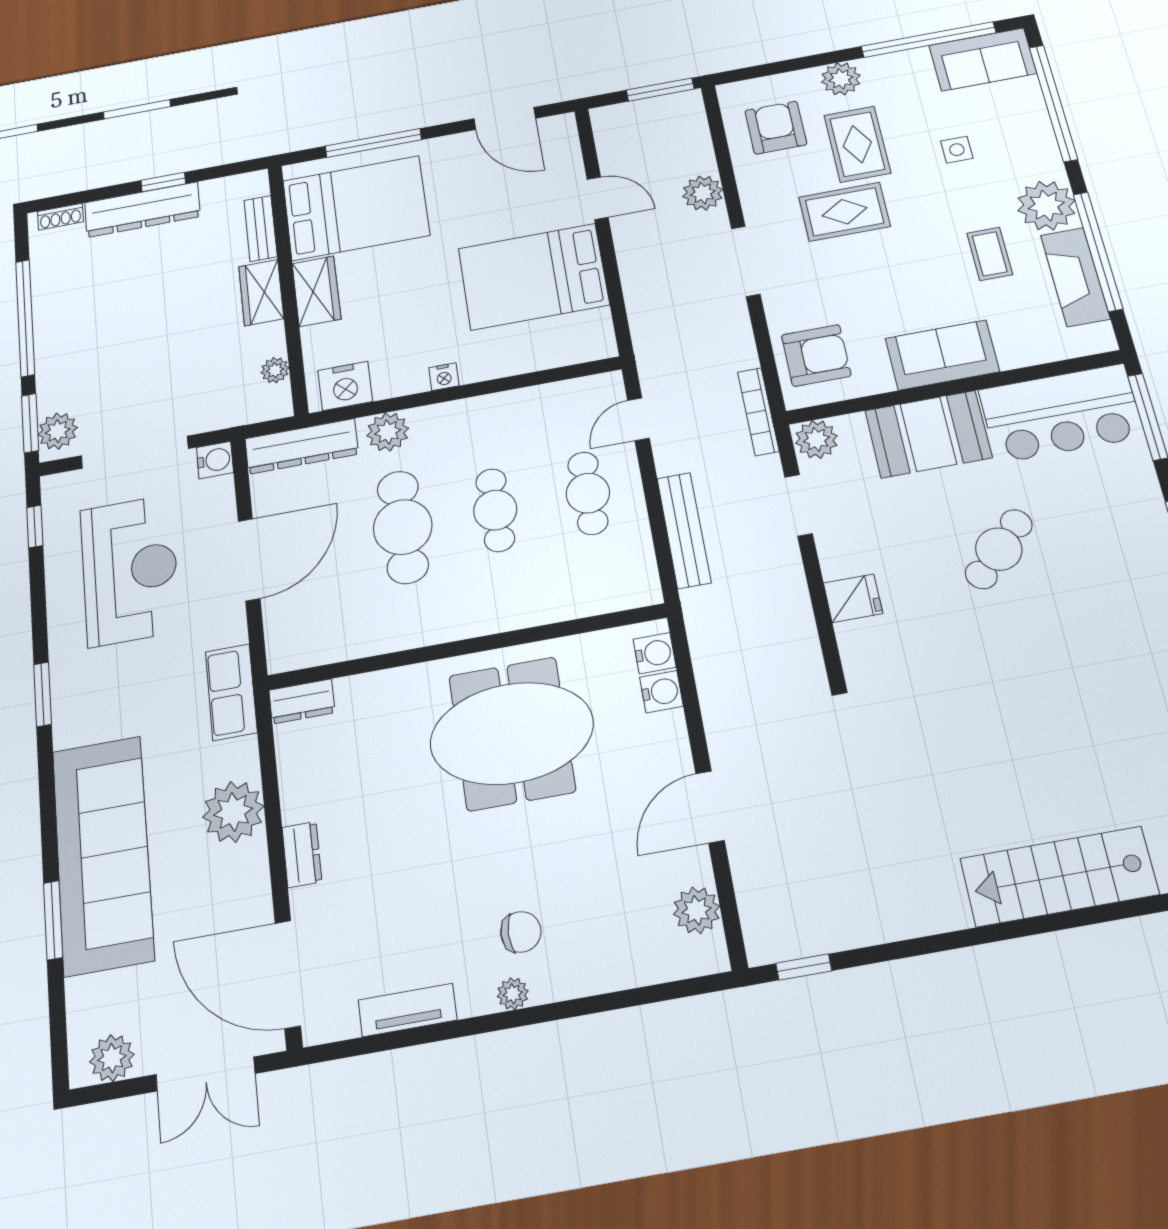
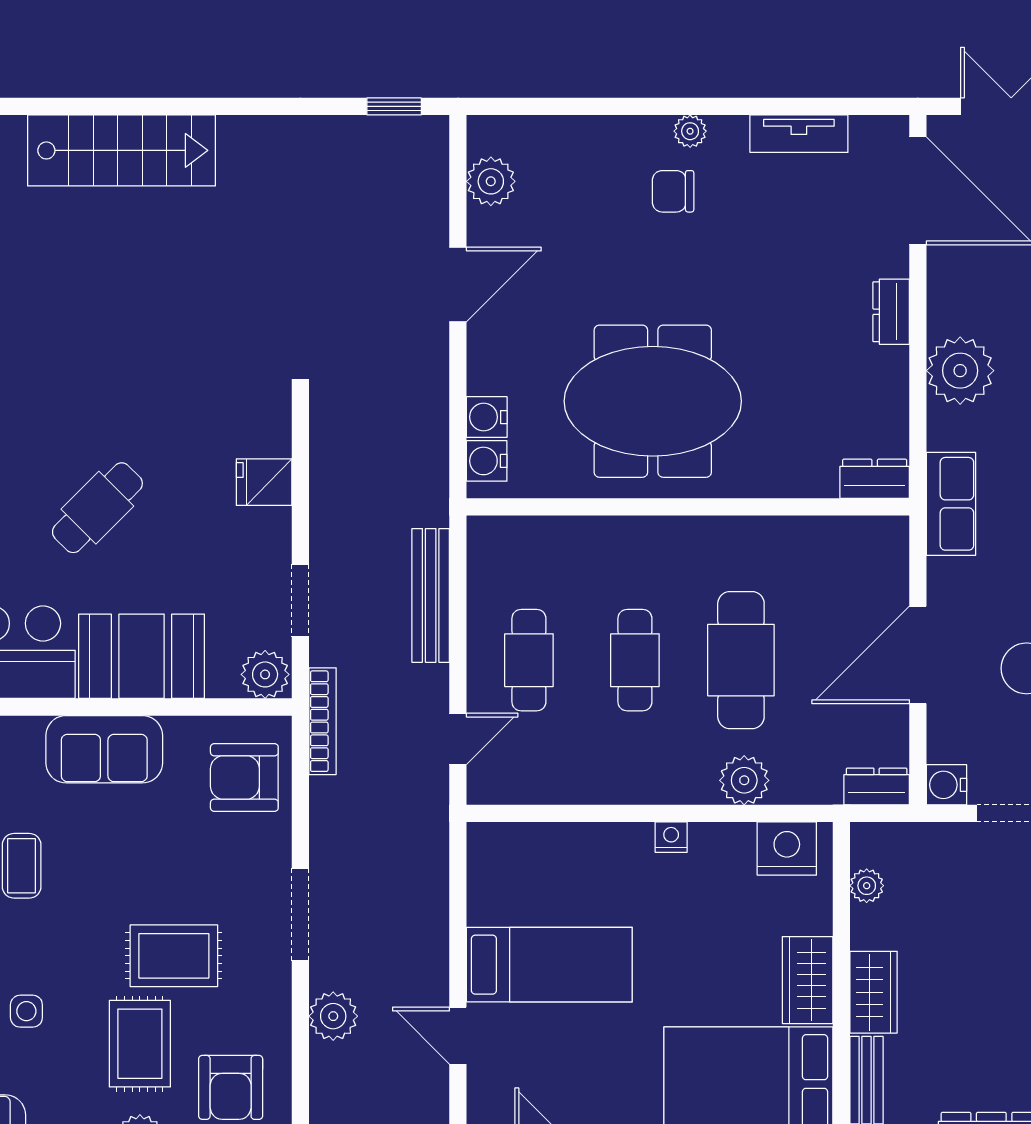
bed: (533, 277) -> (549, 965), width x0.67
dresser: (302, 446) -> (877, 787), width x0.51, depth x0.80

